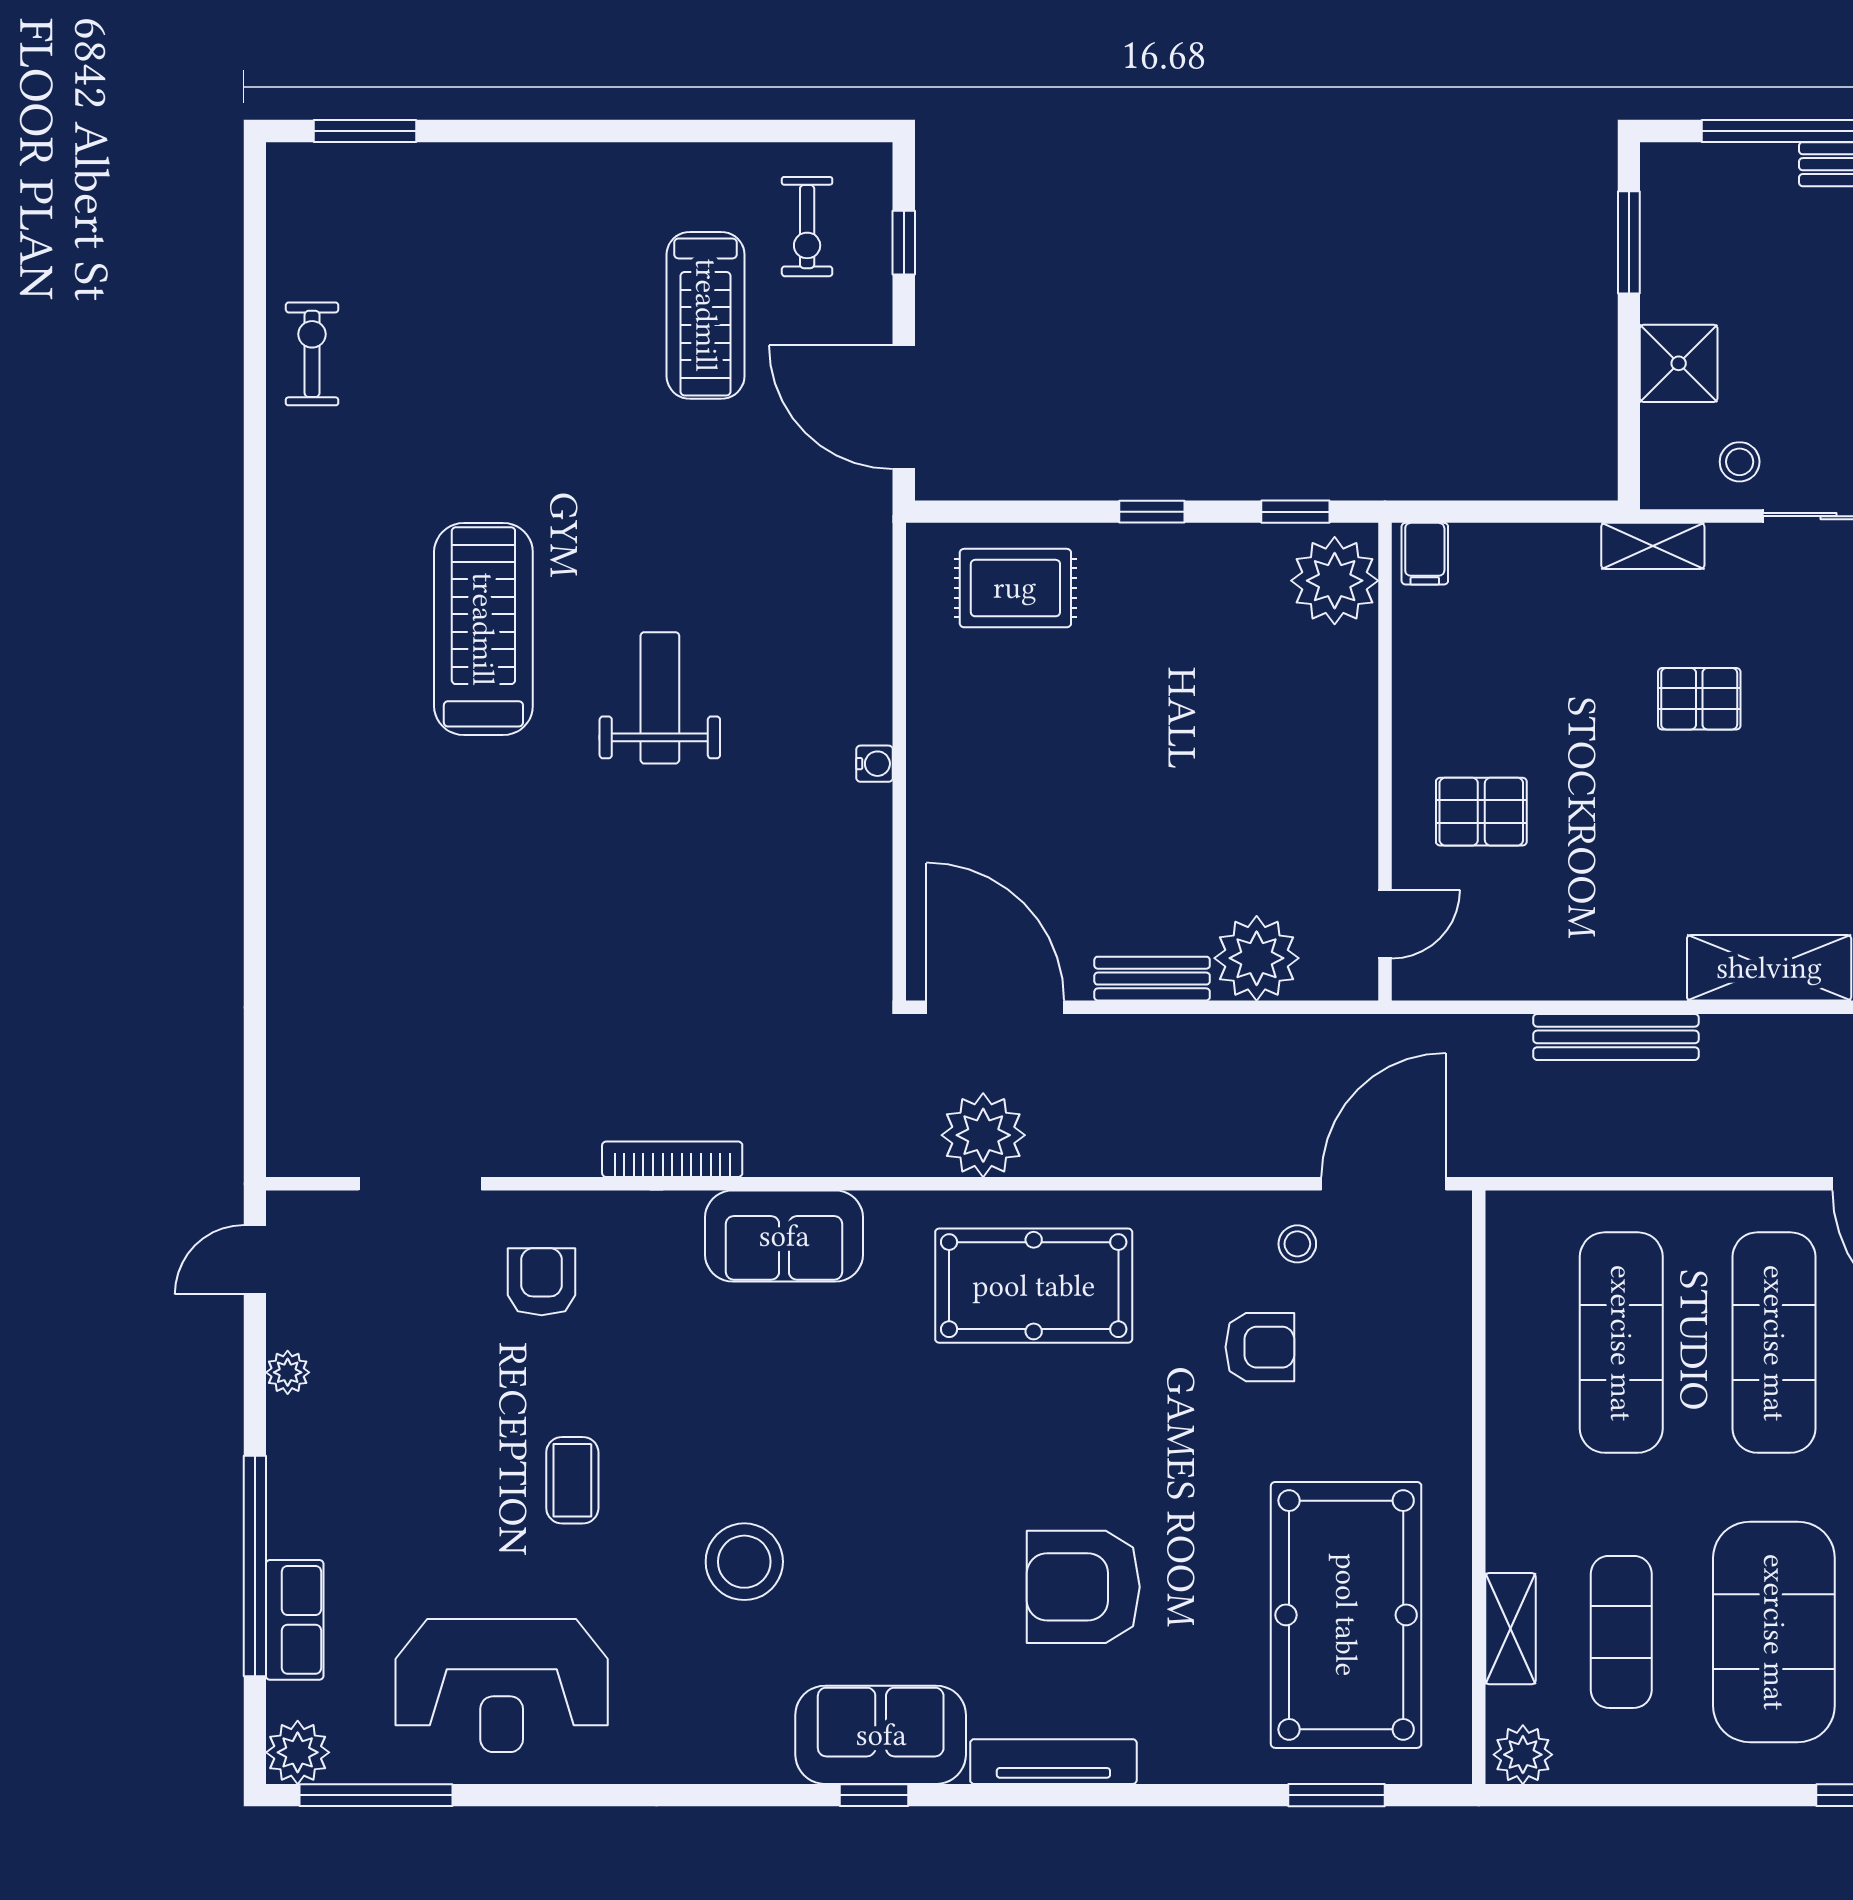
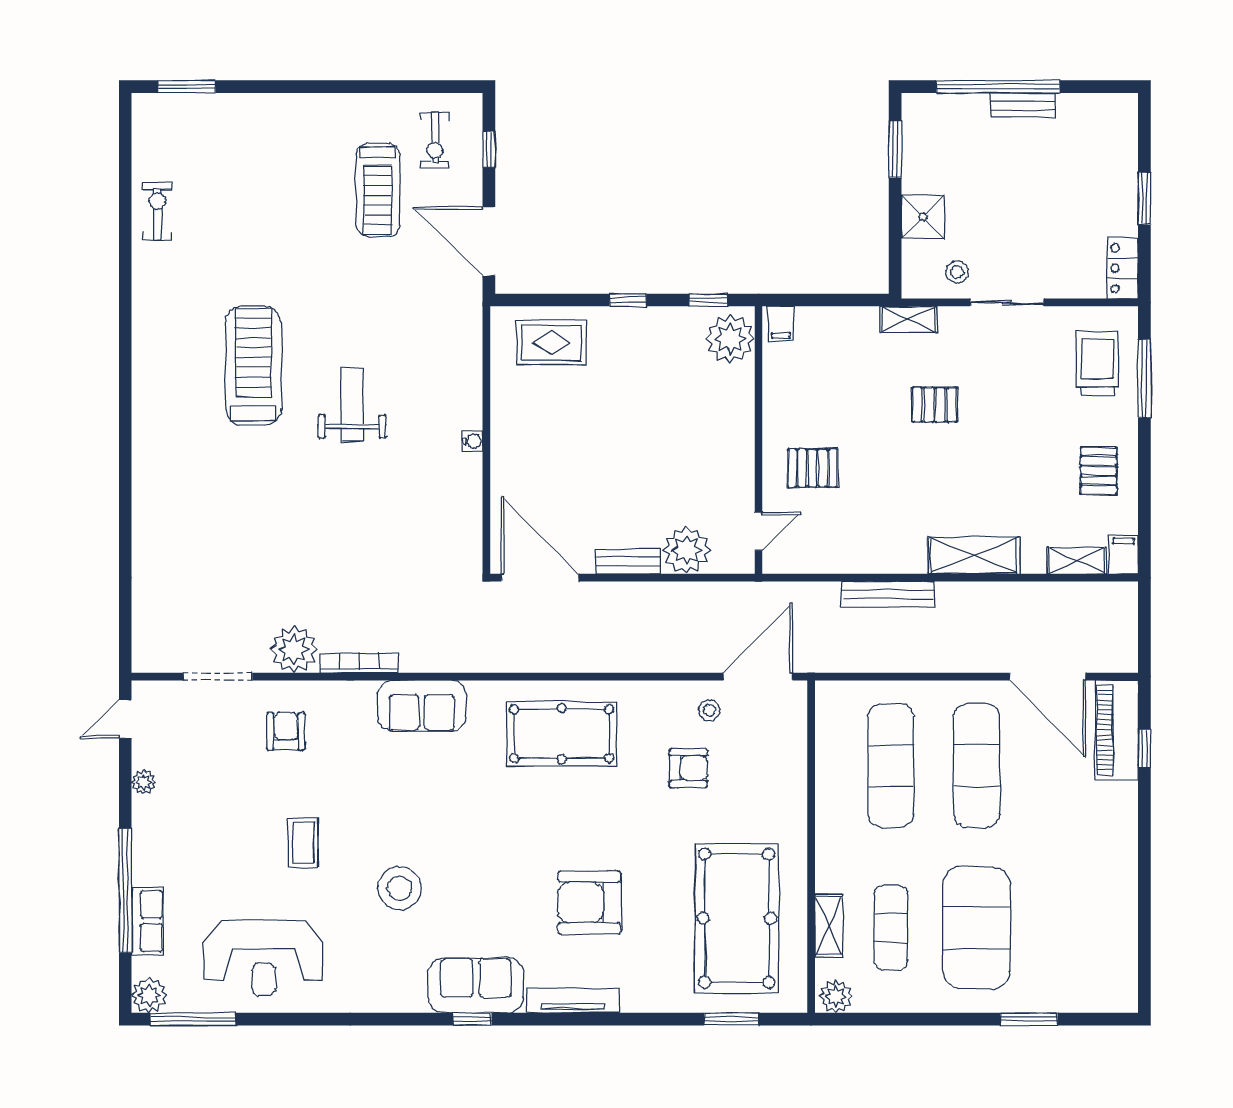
plant: (983, 1135) -> (294, 649), moved

